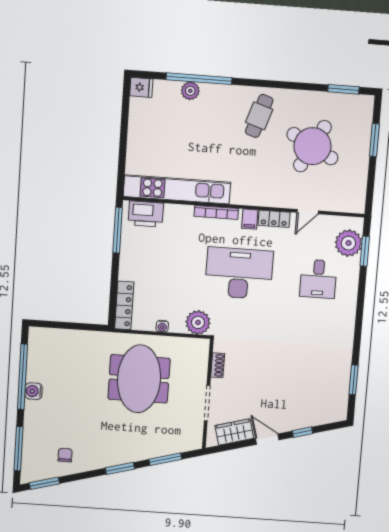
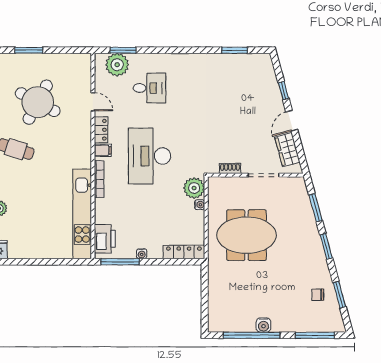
water cooler: (125, 256) -> (142, 254), added
water cooler: (162, 326) -> (200, 205), moved
window: (44, 483) -> (339, 295), moved

